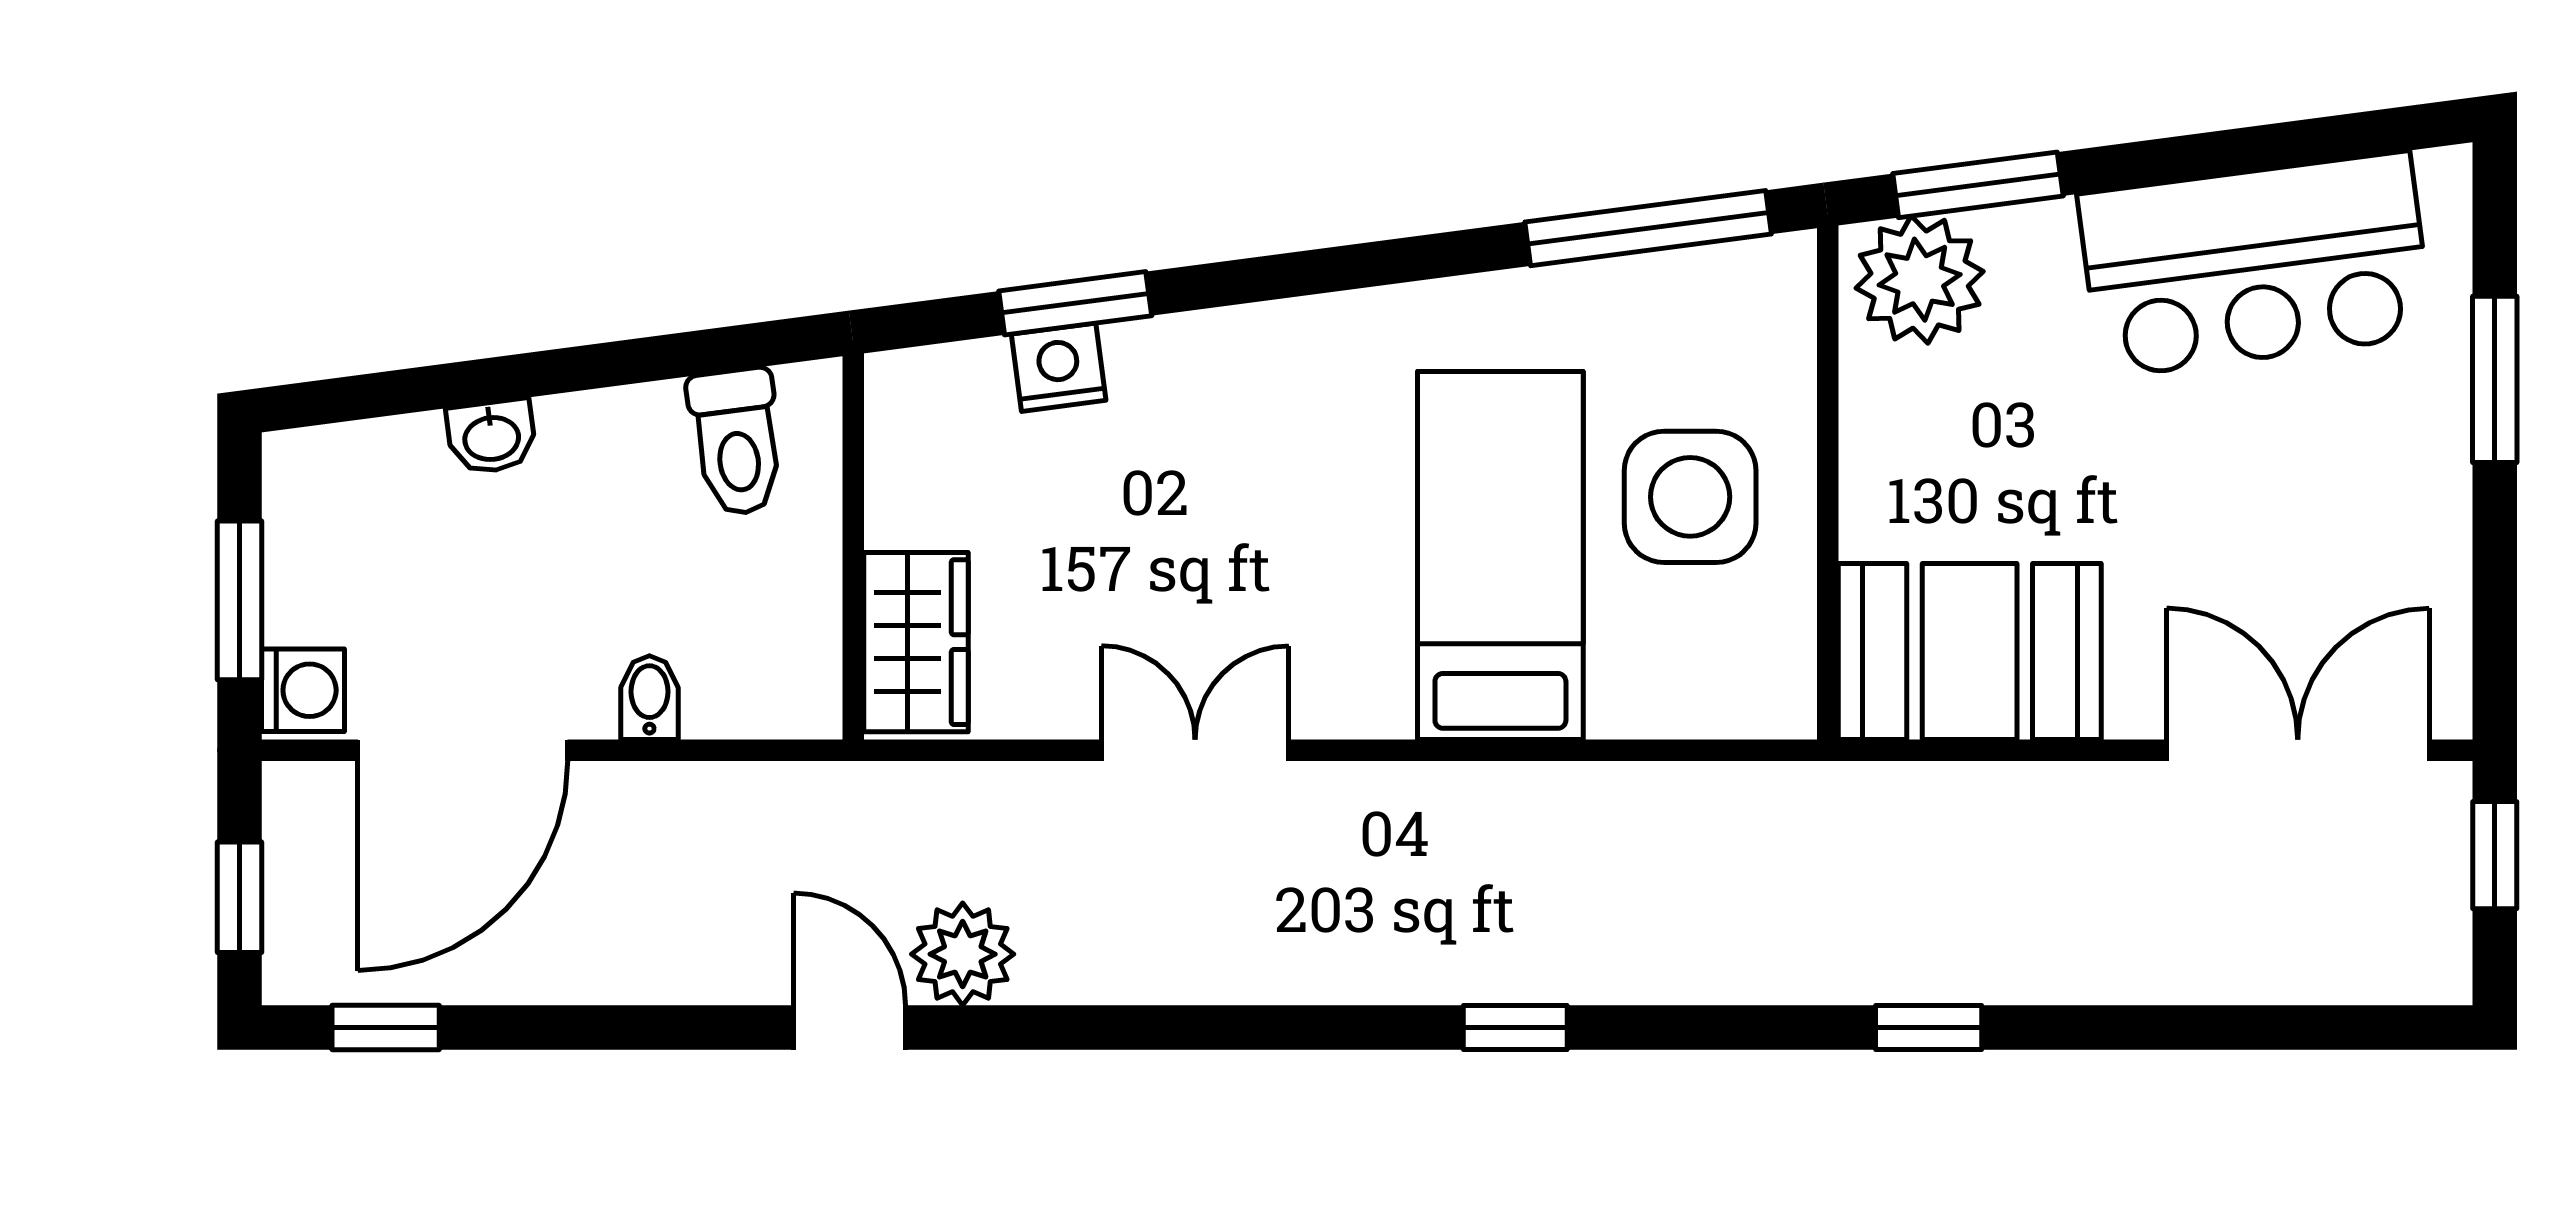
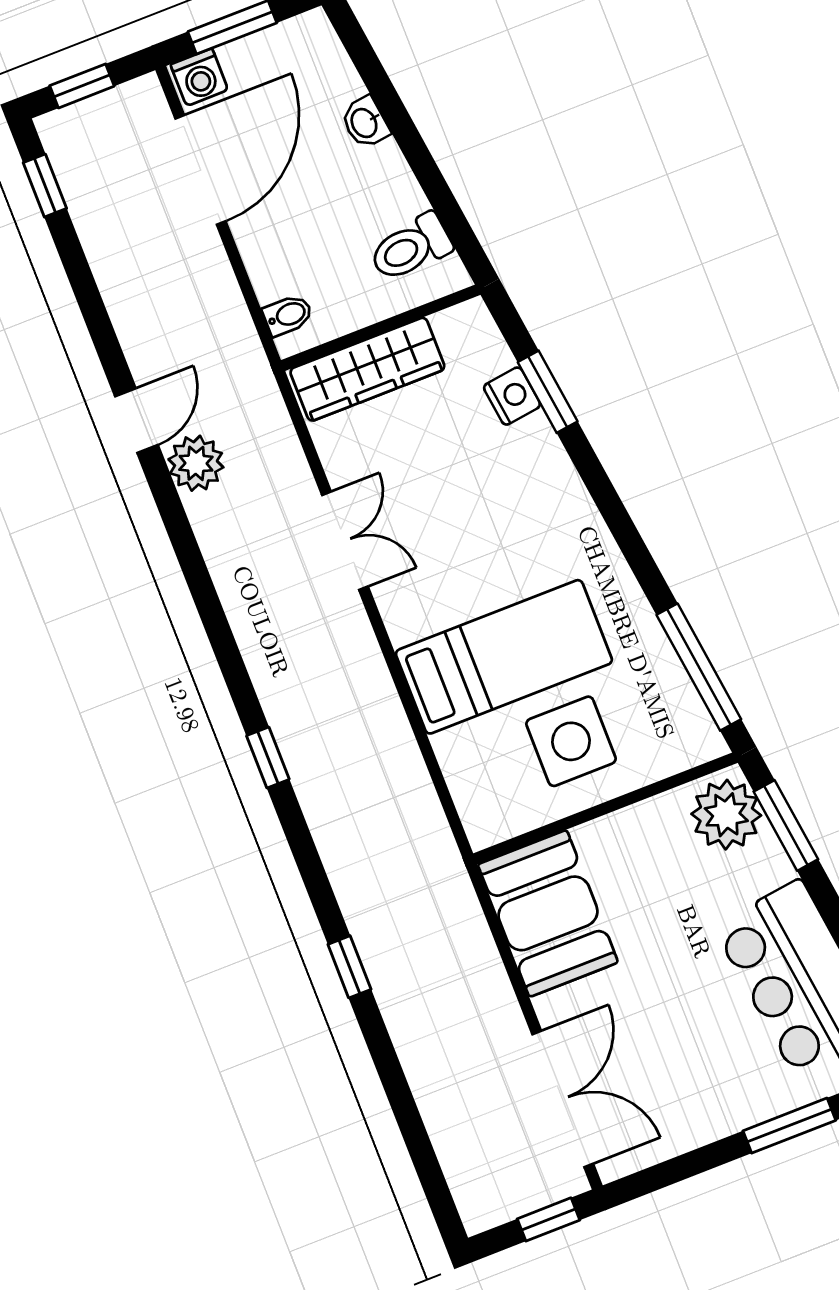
wardrobe: (916, 642) -> (367, 369), width x1.50
bidet: (649, 698) -> (288, 315), moved
door: (463, 750) -> (200, 170), swing flipped

